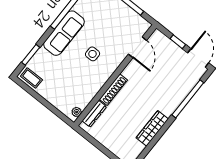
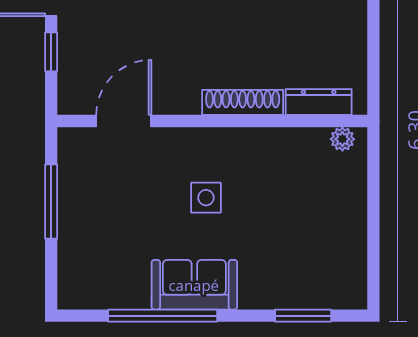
sofa: (64, 33) -> (194, 285), width x0.73
coffee table: (31, 78) -> (346, 278), removed

